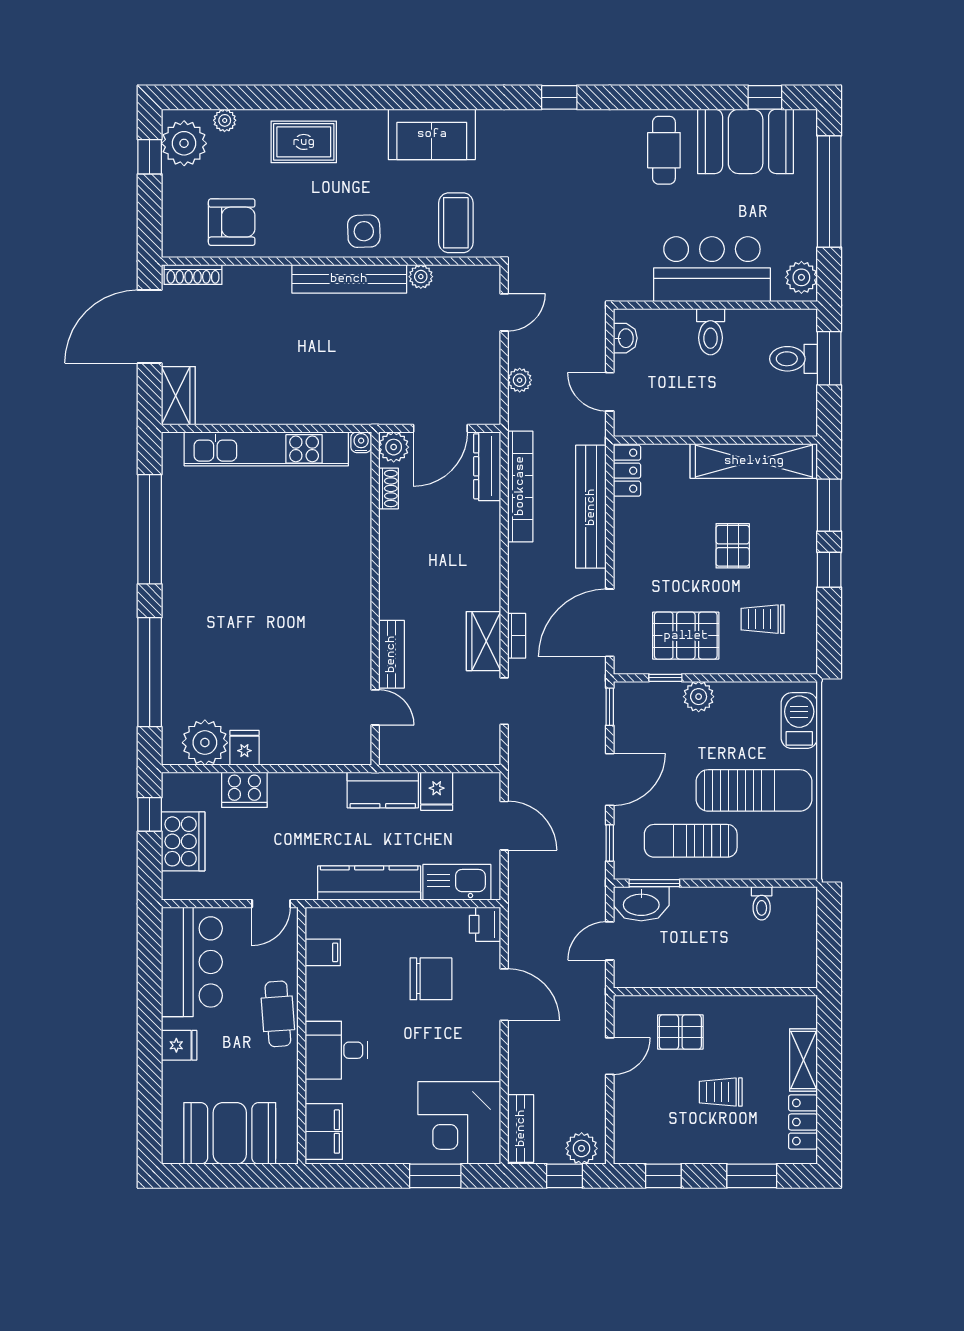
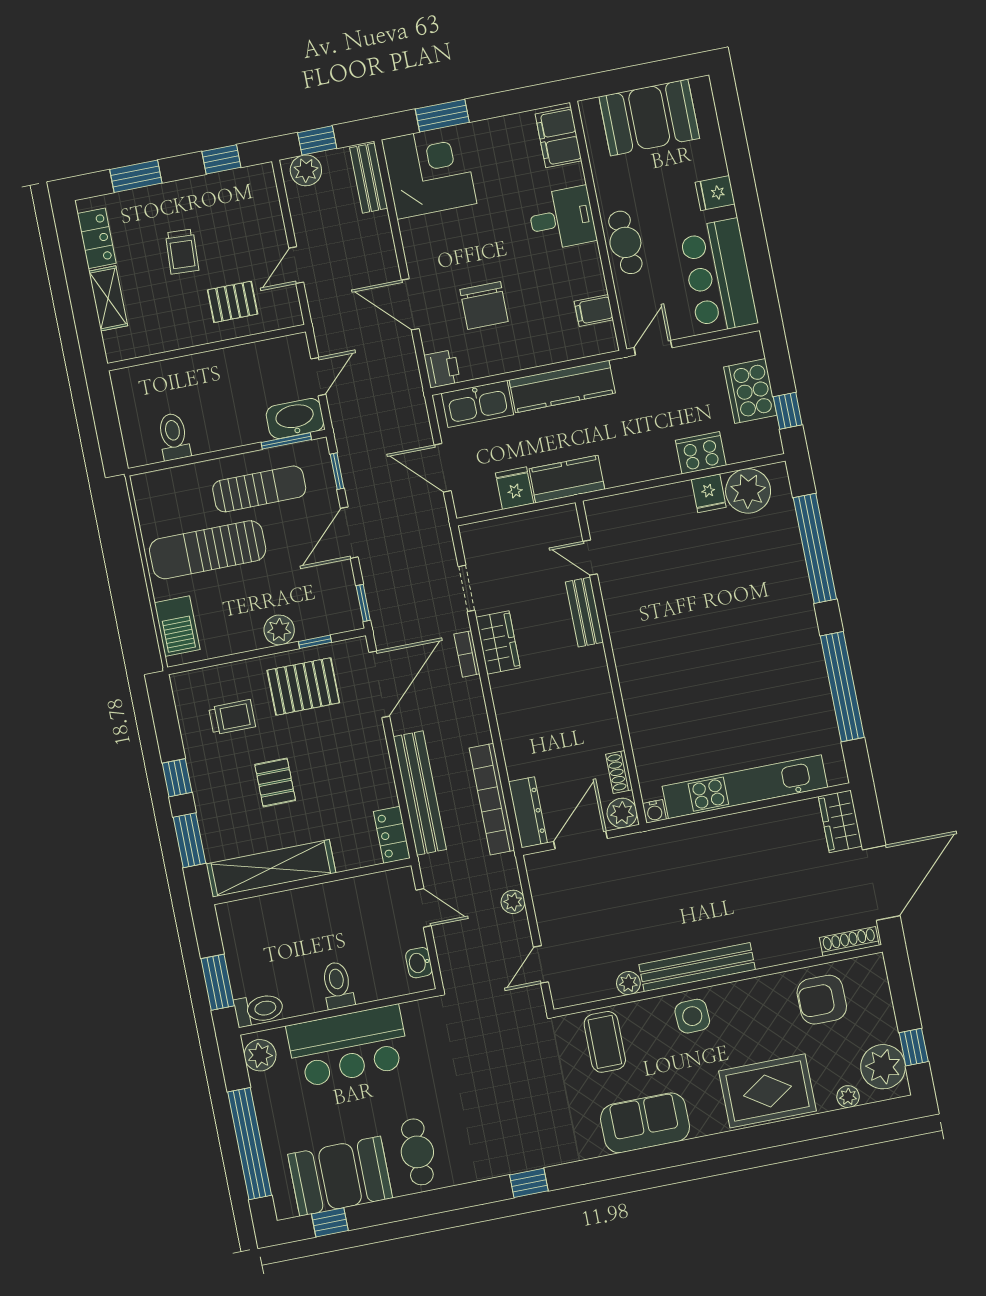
rug: (304, 142) -> (767, 1091), width x1.36, depth x1.43
toilet: (794, 359) -> (259, 1009), moved
toilet: (762, 903) -> (174, 437), width x1.37, depth x1.39
chair: (431, 979) -> (484, 306), turned -90
trolley: (721, 1092) -> (182, 252), turned 93

